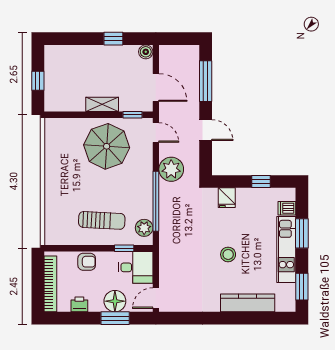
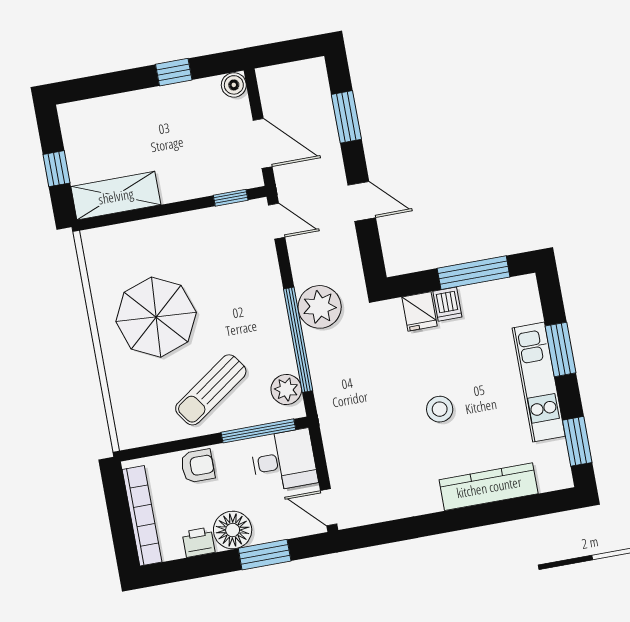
window: (206, 81) -> (346, 117), width x0.69
shelving: (102, 104) -> (116, 196), moved, width x1.50, depth x1.33
parasol: (107, 146) -> (156, 317), moved
plant: (171, 169) -> (320, 307), moved
window: (261, 181) -> (474, 273), width x2.17
dishwasher: (287, 208) -> (447, 304), moved, turned -90
sun lounger: (102, 220) -> (211, 390), turned 142
window: (124, 248) -> (258, 431), width x2.17
door: (156, 298) -> (329, 507), hinge flipped
floor lamp: (115, 301) -> (233, 530), moved

